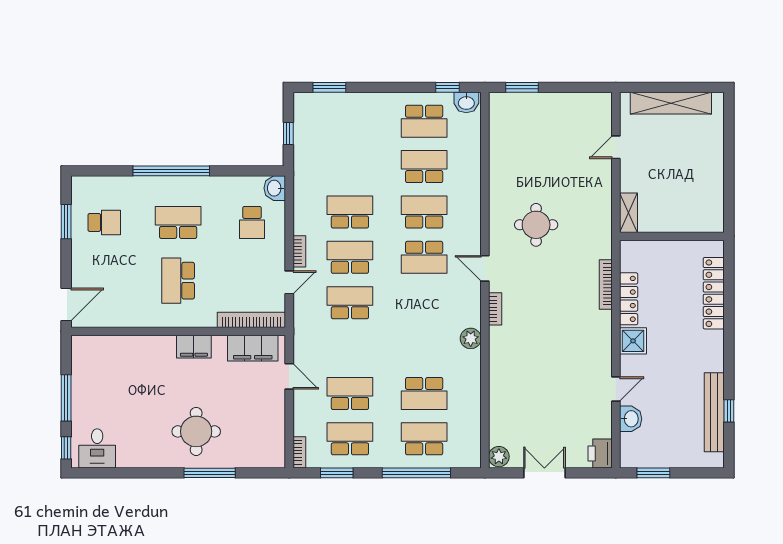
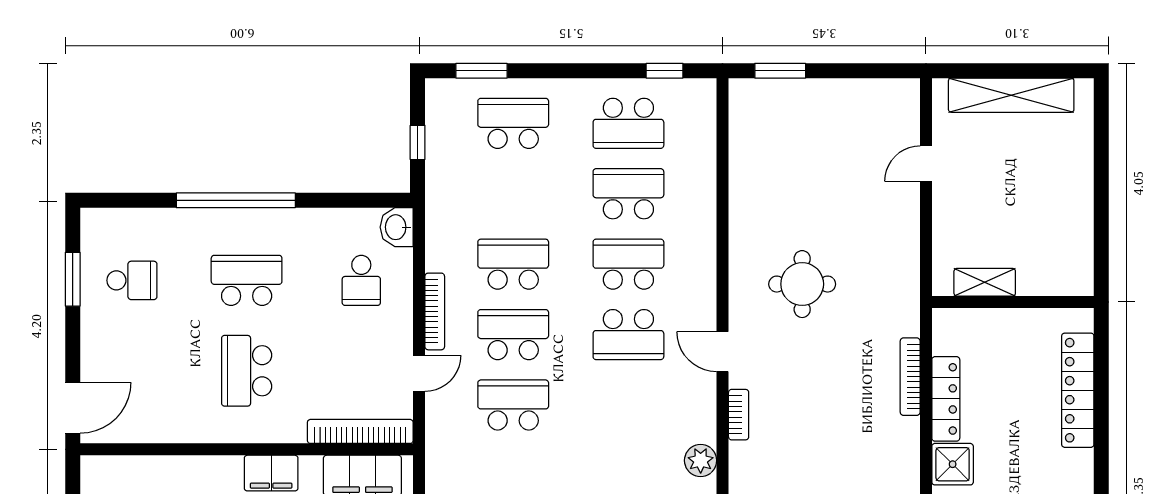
washbasin: (466, 102) -> (694, 94), removed
school desk: (350, 121) -> (513, 123), added
shelving: (629, 213) -> (985, 282), moved, turned 90
bookcase: (299, 251) -> (435, 311), width x1.56

